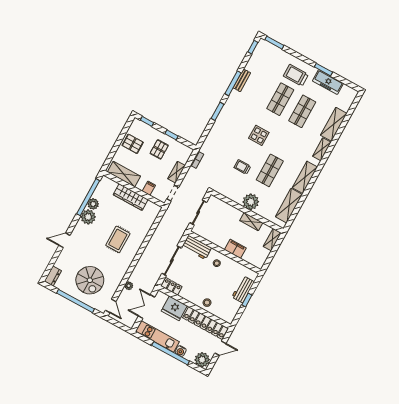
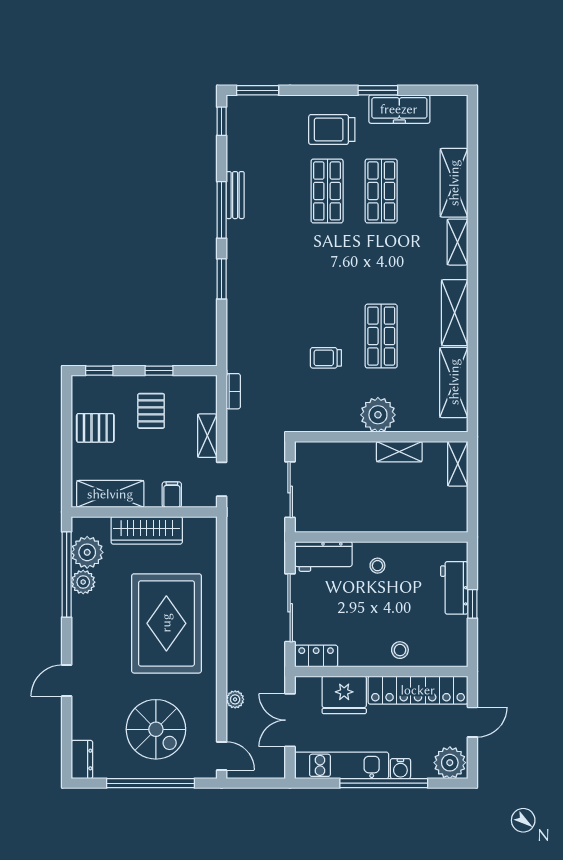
display table: (259, 135) -> (324, 281), removed
plant: (88, 217) -> (87, 552), moved
rug: (118, 239) -> (166, 623), width x1.86, depth x2.06
filing cabinet: (235, 249) -> (397, 519), removed

